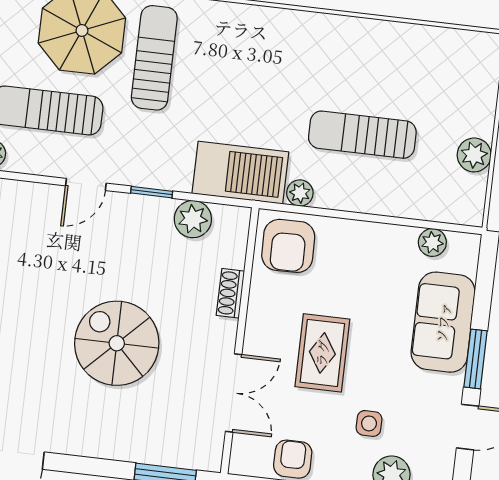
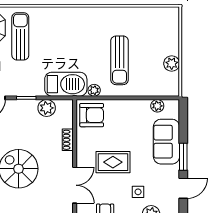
sun lounger: (362, 135) -> (120, 60), turned -90
armchair: (288, 246) -> (92, 115), turned -89
rug: (322, 353) -> (113, 162), turned 90

